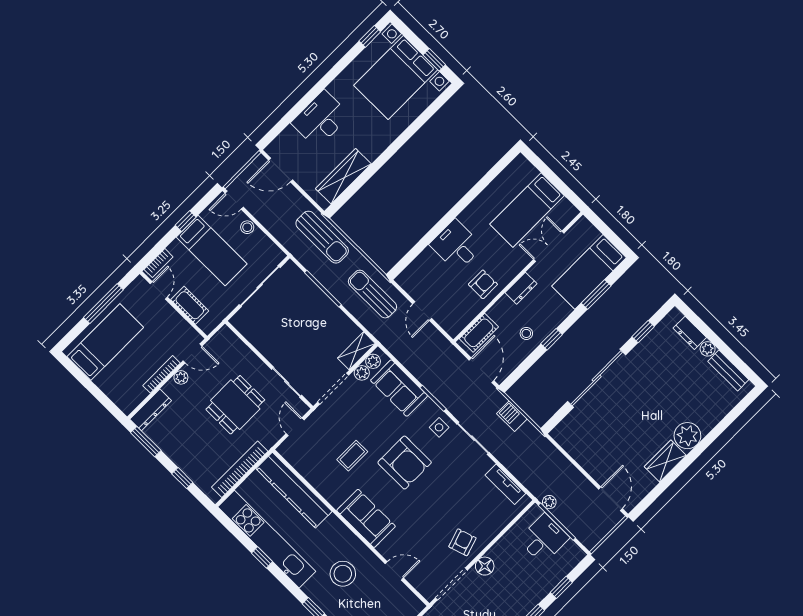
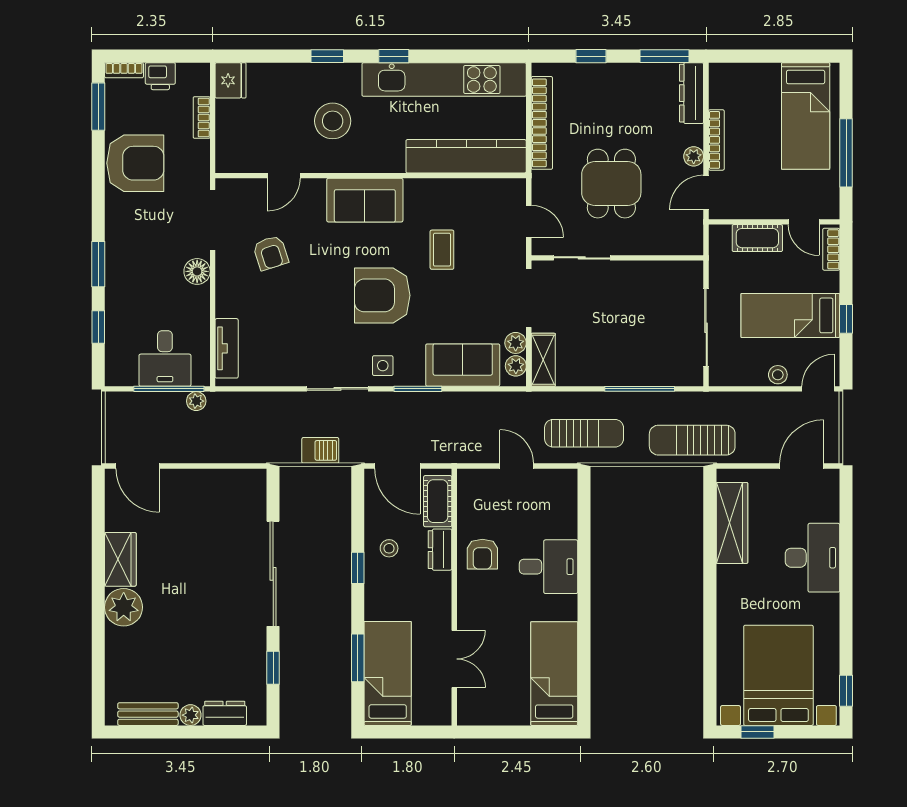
bed: (527, 210) -> (554, 674), moved
dresser: (521, 288) -> (440, 550), moved
tv unit: (505, 484) -> (227, 348), moved, turned 90
armchair: (462, 542) -> (271, 253), moved
window: (262, 557) -> (394, 56), moved

